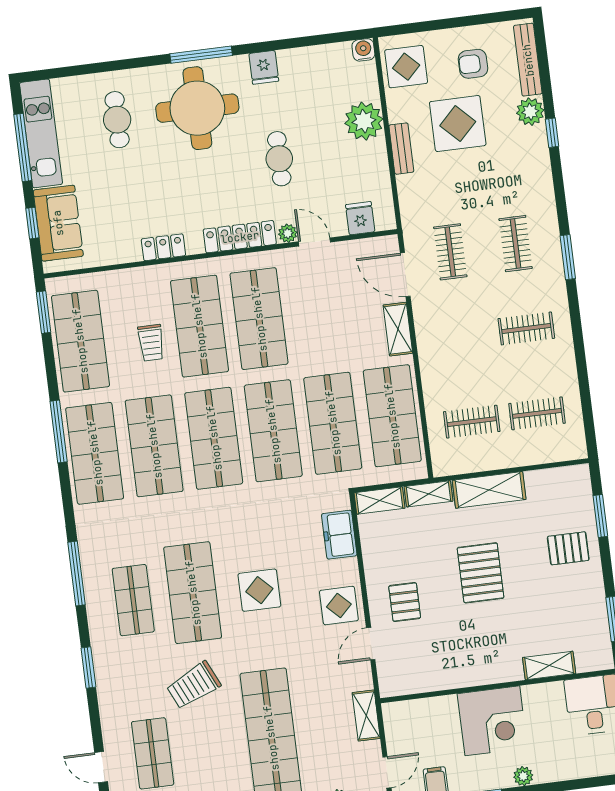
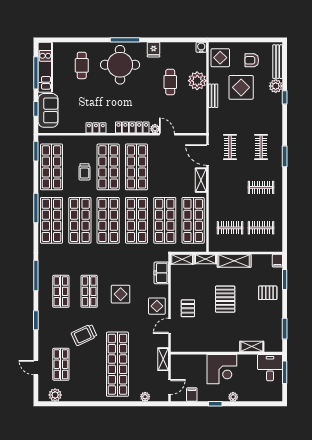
cafe table: (279, 159) -> (170, 82), moved
fridge: (360, 218) -> (190, 126), removed
filing cabinet: (580, 478) -> (277, 261), added
shop shelf: (193, 593) -> (89, 291), width x0.70, depth x0.74

